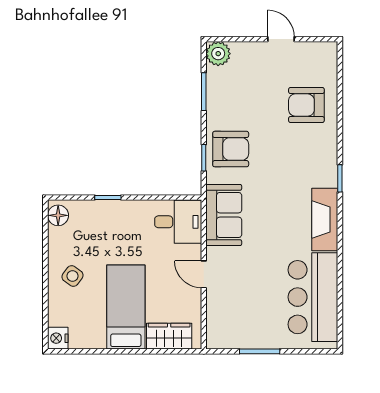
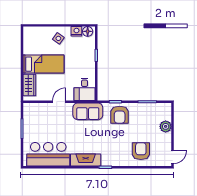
door: (281, 39) -> (173, 157), moved
plant: (218, 54) -> (166, 126), moved
nightstand: (58, 338) -> (76, 31), moved

